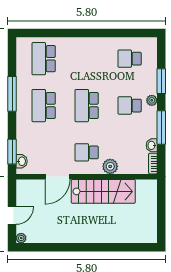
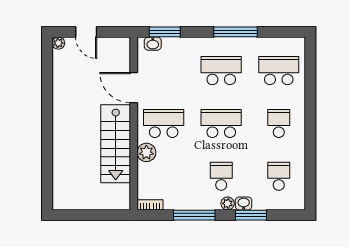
school desk: (87, 59) -> (279, 123), added
washbasin: (152, 145) -> (244, 203), moved
school desk: (87, 152) -> (164, 123), width x1.85

